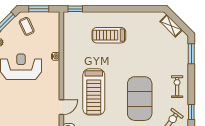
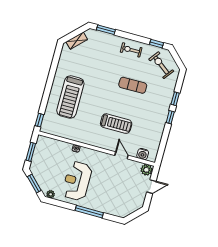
coffee table: (27, 26) -> (43, 166), removed
treadmill: (109, 35) -> (70, 97), width x1.37, depth x1.38
treadmill: (94, 92) -> (116, 124), width x0.73, depth x0.73
exercise mat: (140, 99) -> (133, 85), width x0.50, depth x0.69

